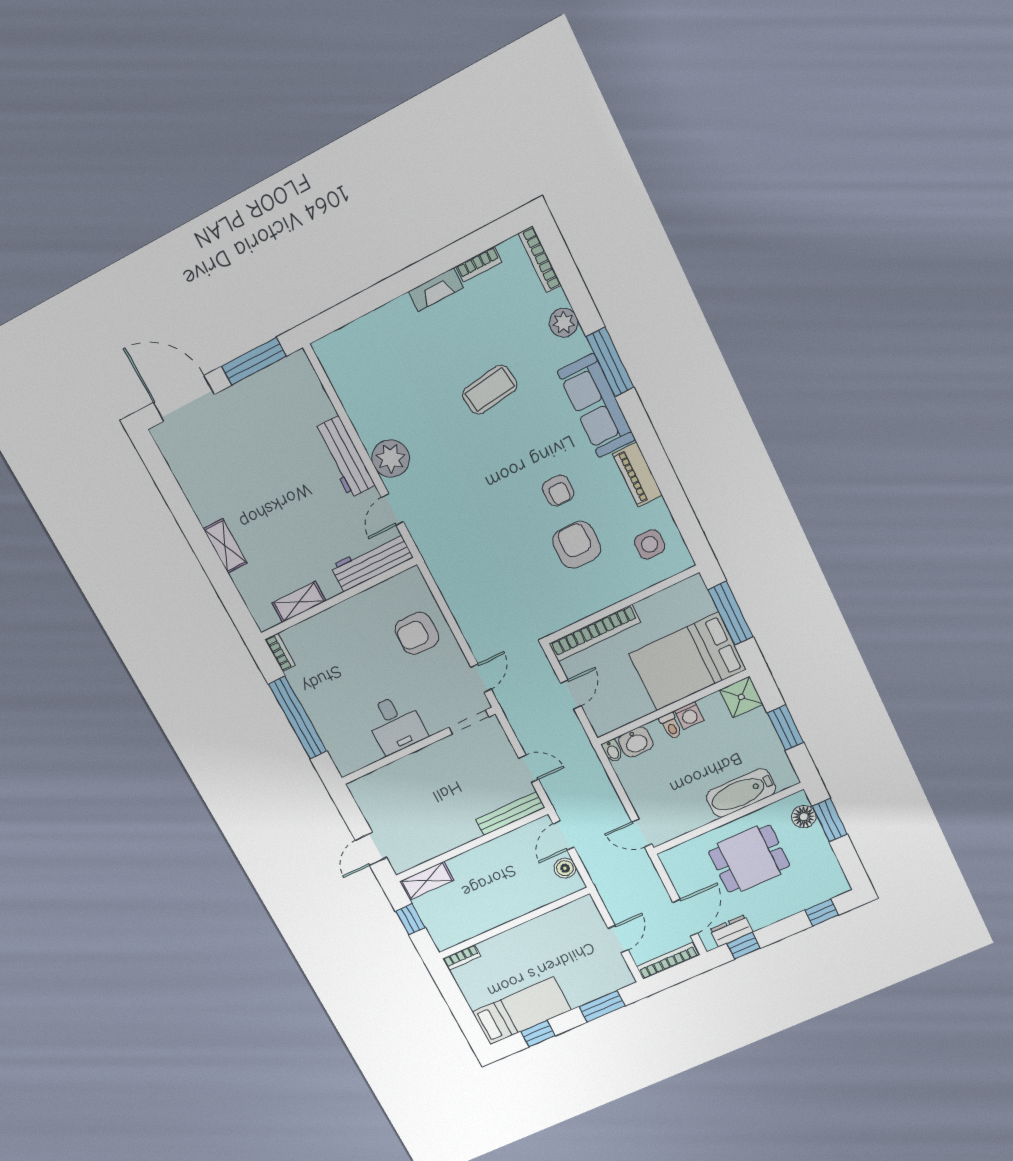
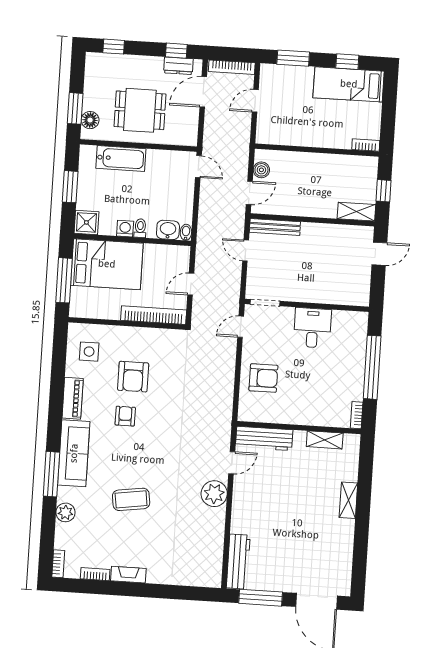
bookcase: (540, 259) -> (58, 564), width x0.64
workbench: (344, 457) -> (238, 562), moved

